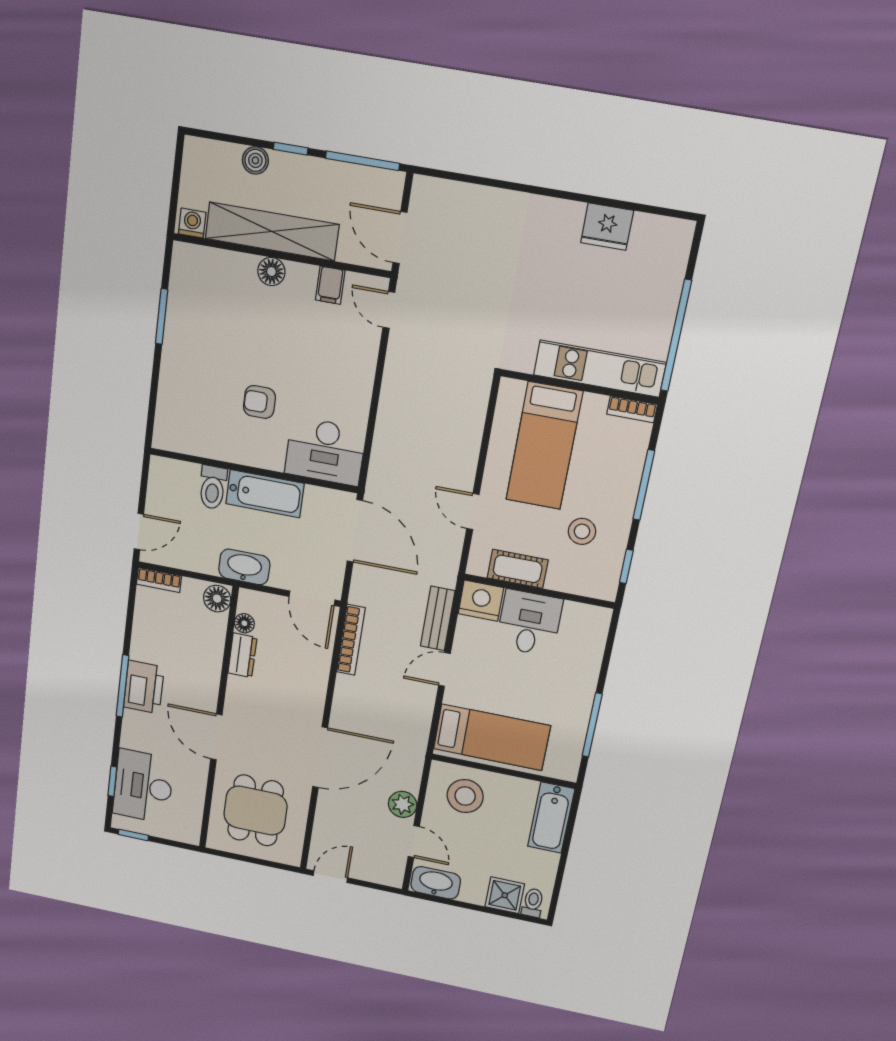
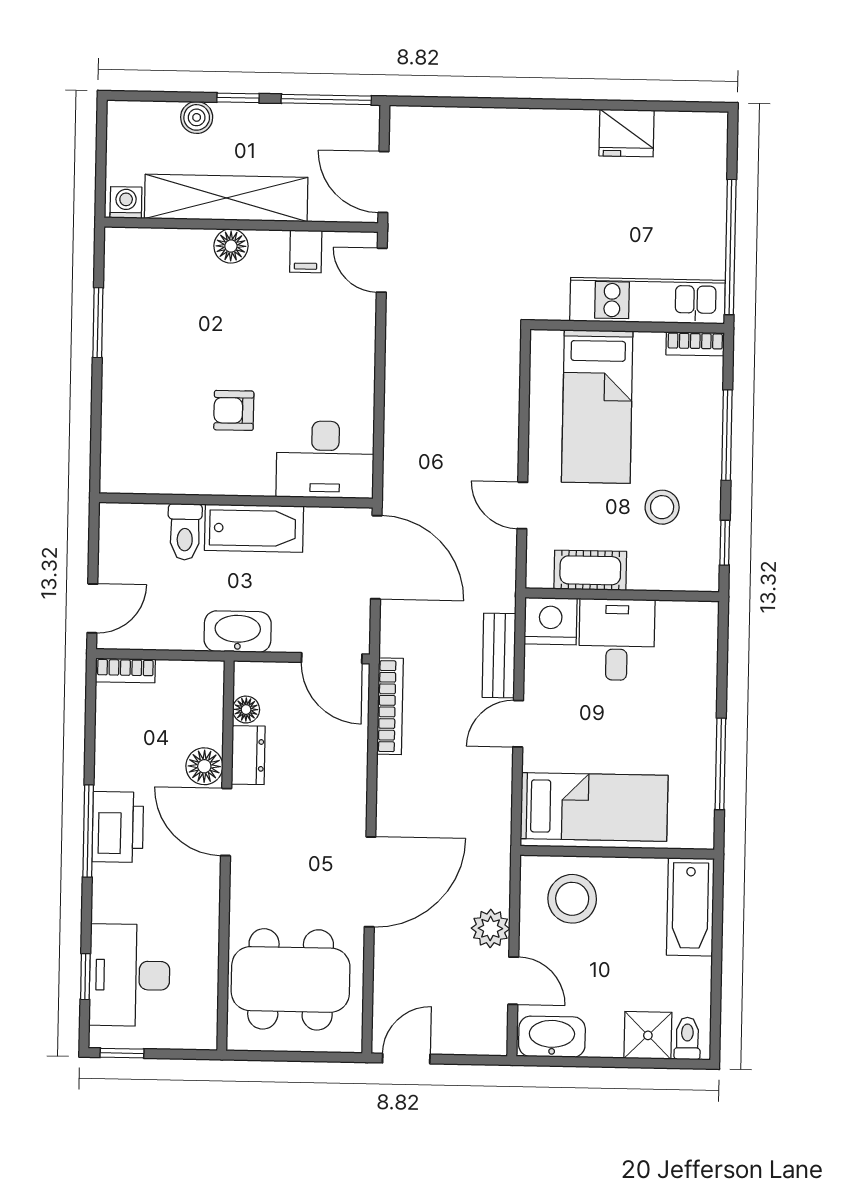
floor lamp: (217, 599) -> (204, 766), moved
door: (216, 737) -> (226, 822), moved
dining table: (255, 811) -> (291, 979), width x1.37

